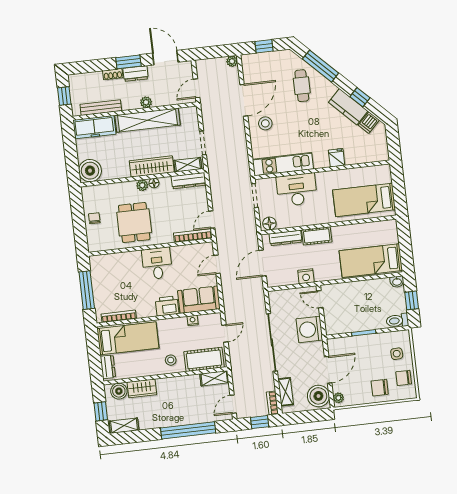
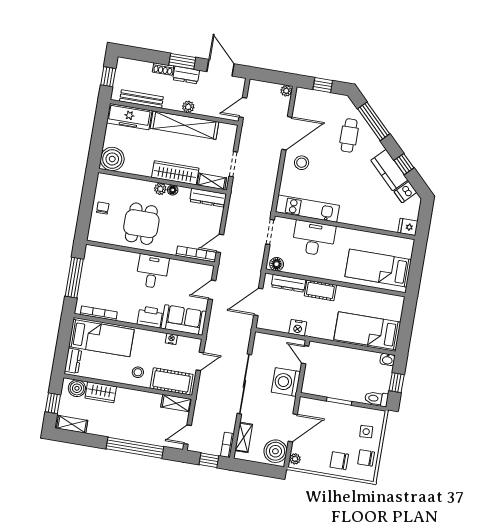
fridge: (337, 158) -> (408, 227), moved, turned -90

